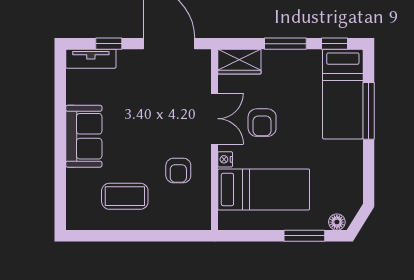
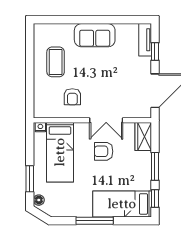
window: (369, 111) -> (95, 221), moved
nightstand: (225, 159) -> (40, 127), moved
armchair: (178, 170) -> (72, 97), turned -90

